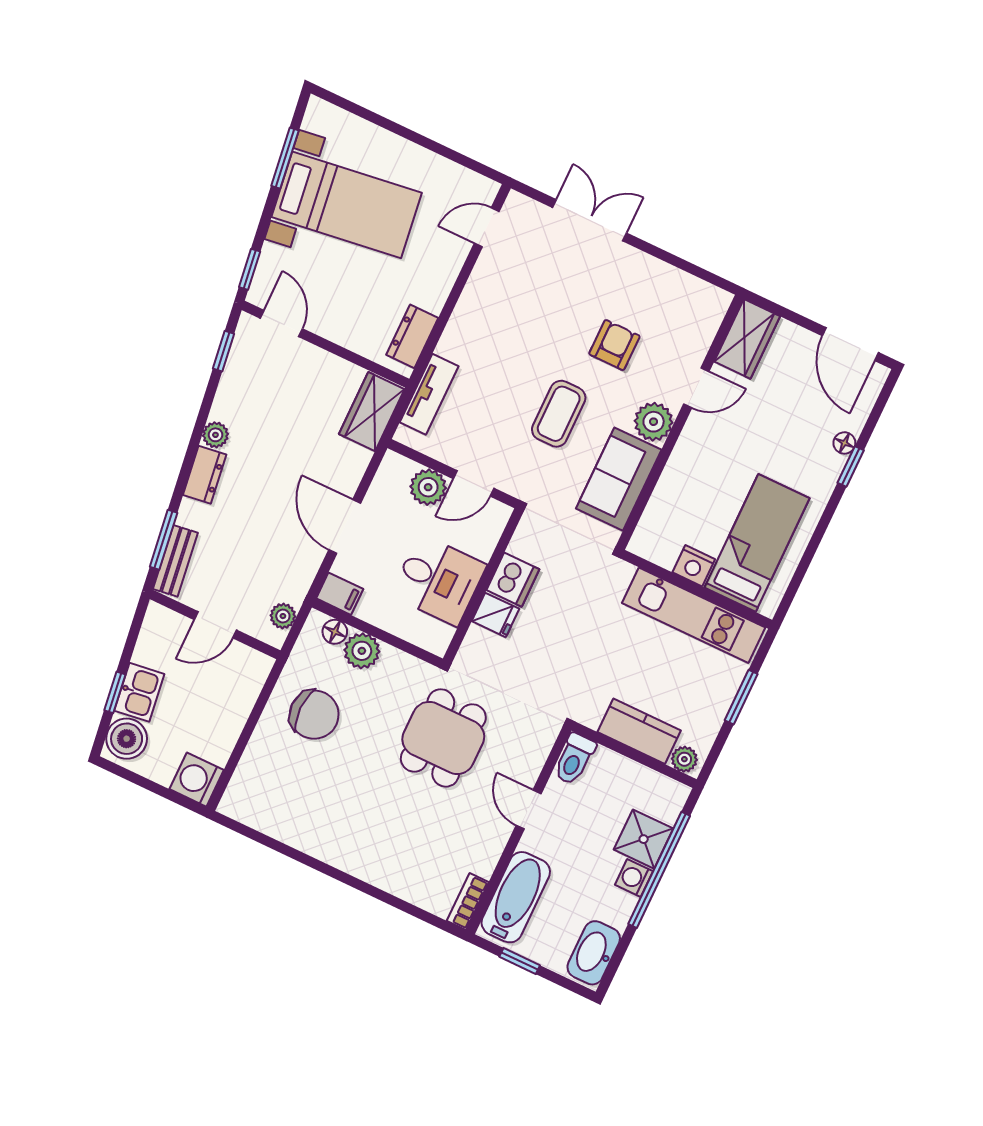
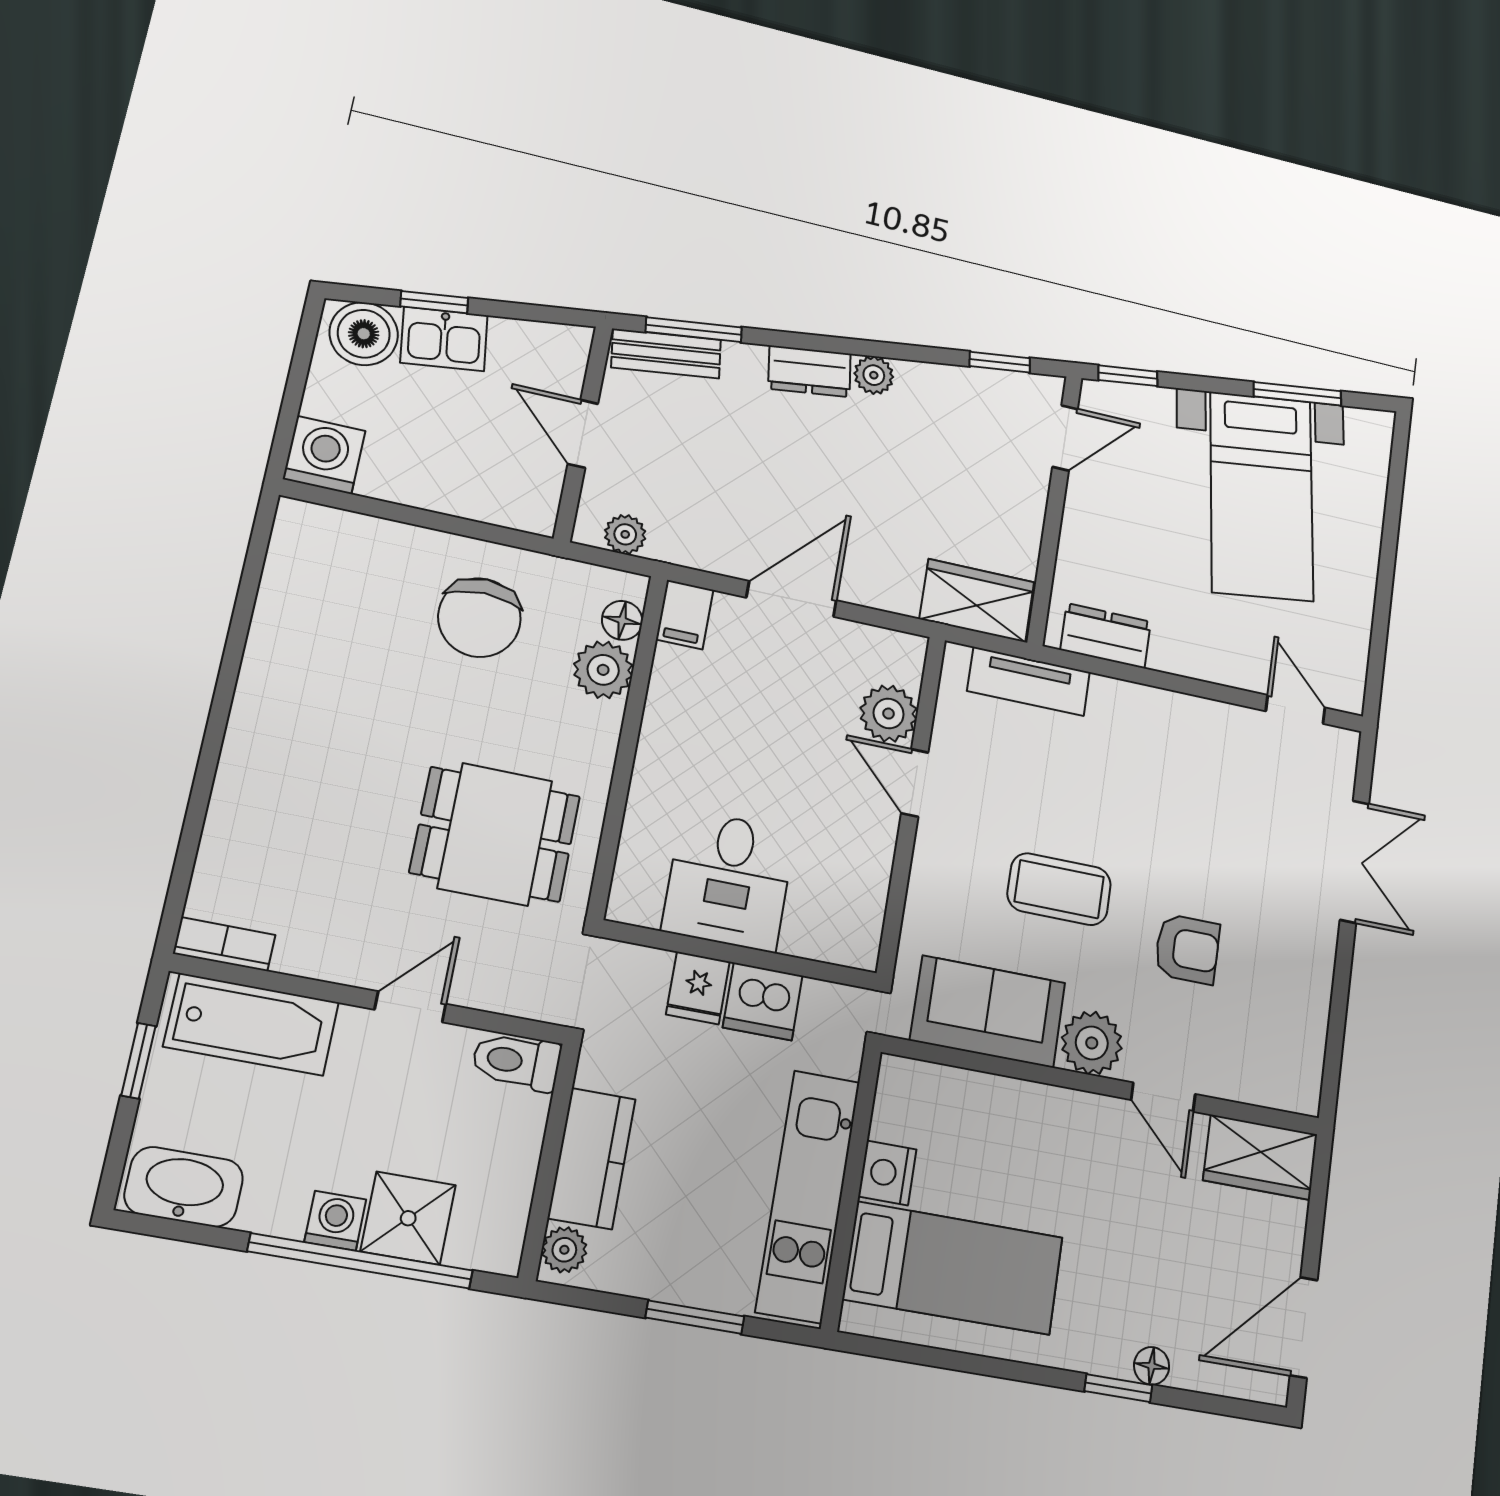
desk: (439, 580) -> (729, 880), moved
dishwasher: (513, 580) -> (763, 1001), moved
wall: (483, 586) -> (740, 955), moved
fridge: (495, 615) -> (698, 988), moved

